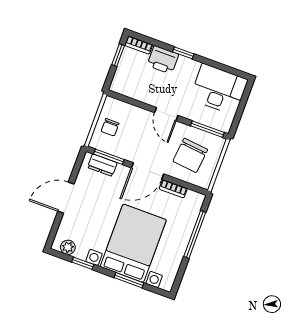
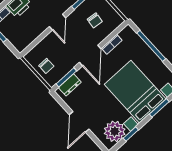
door: (166, 114) -> (57, 22), hinge flipped
chair: (190, 155) -> (95, 20), width x0.54, depth x0.54
plant: (68, 247) -> (115, 131), width x1.87, depth x1.87

